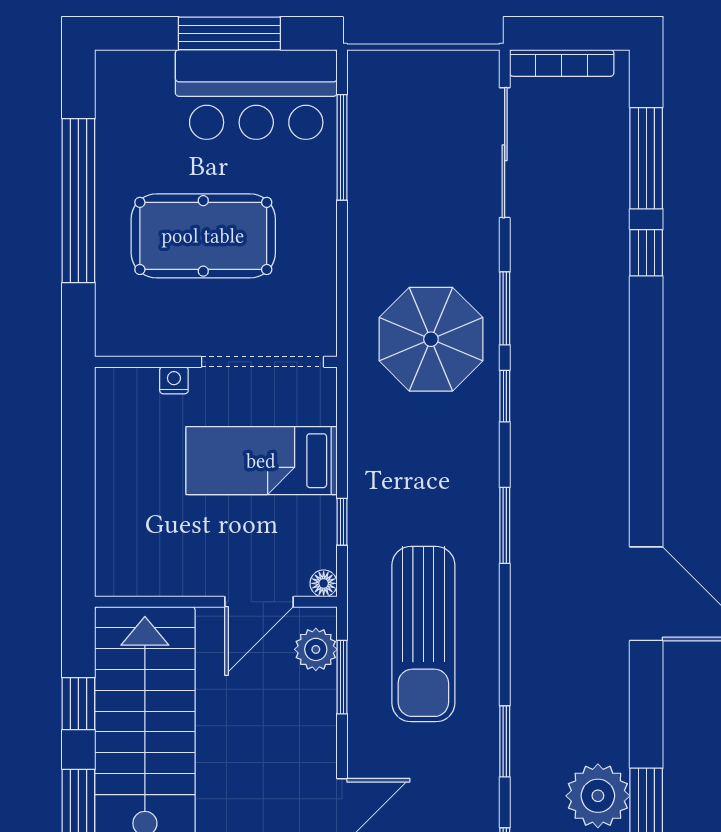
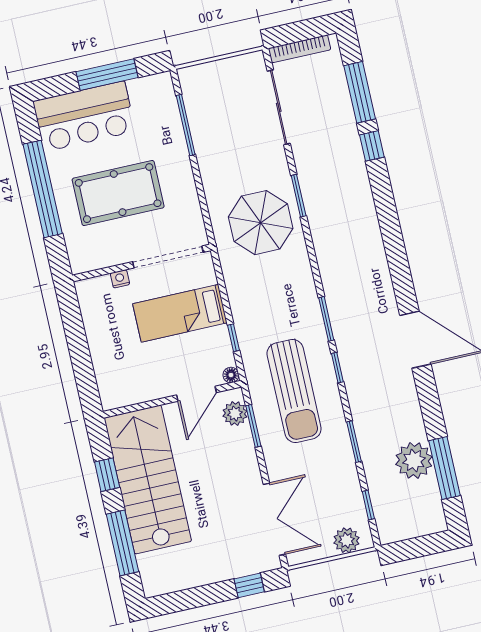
bar counter: (256, 94) -> (84, 116), moved
window: (505, 396) -> (337, 368), moved

